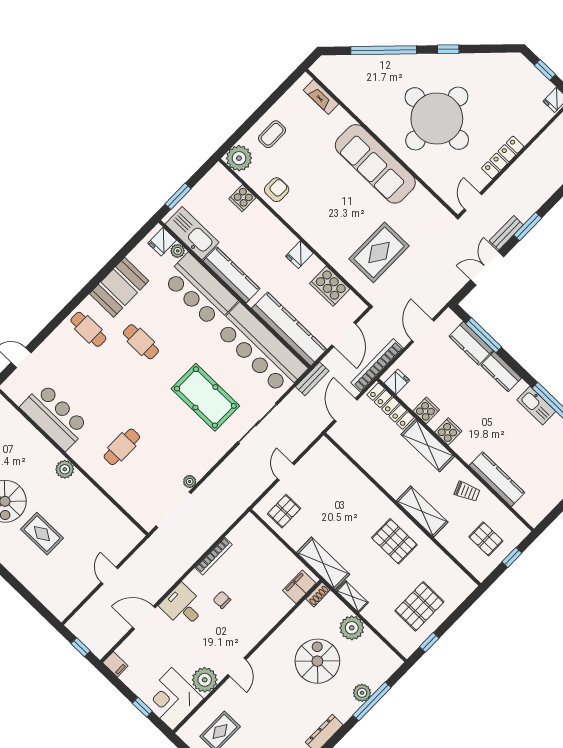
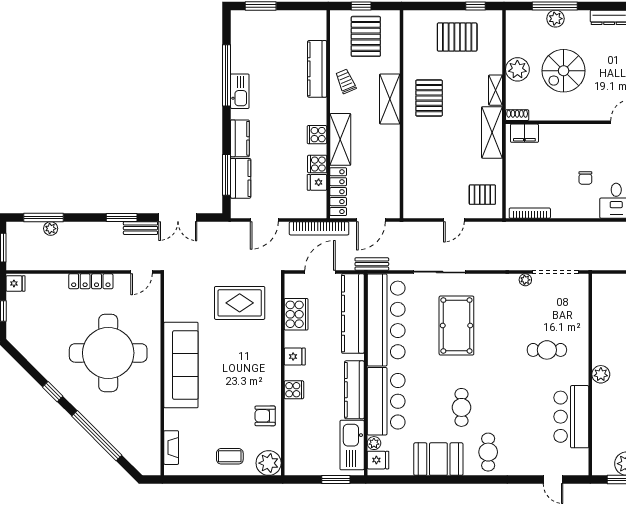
cooker: (242, 198) -> (294, 390), moved
fridge: (397, 382) -> (317, 182), moved
pallet: (486, 539) -> (366, 36), width x1.50, depth x1.42
bookcase: (214, 556) -> (530, 213), moved

